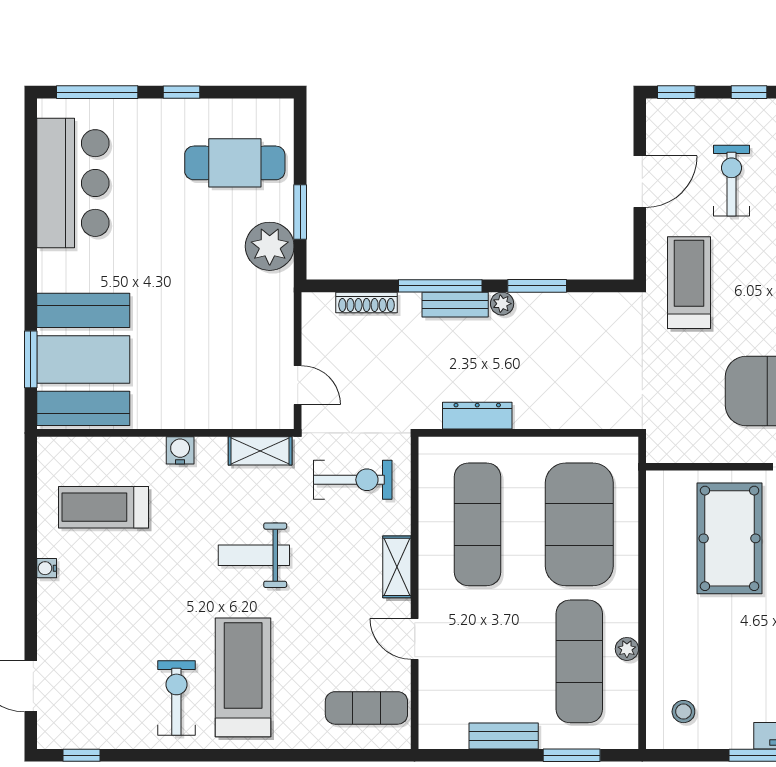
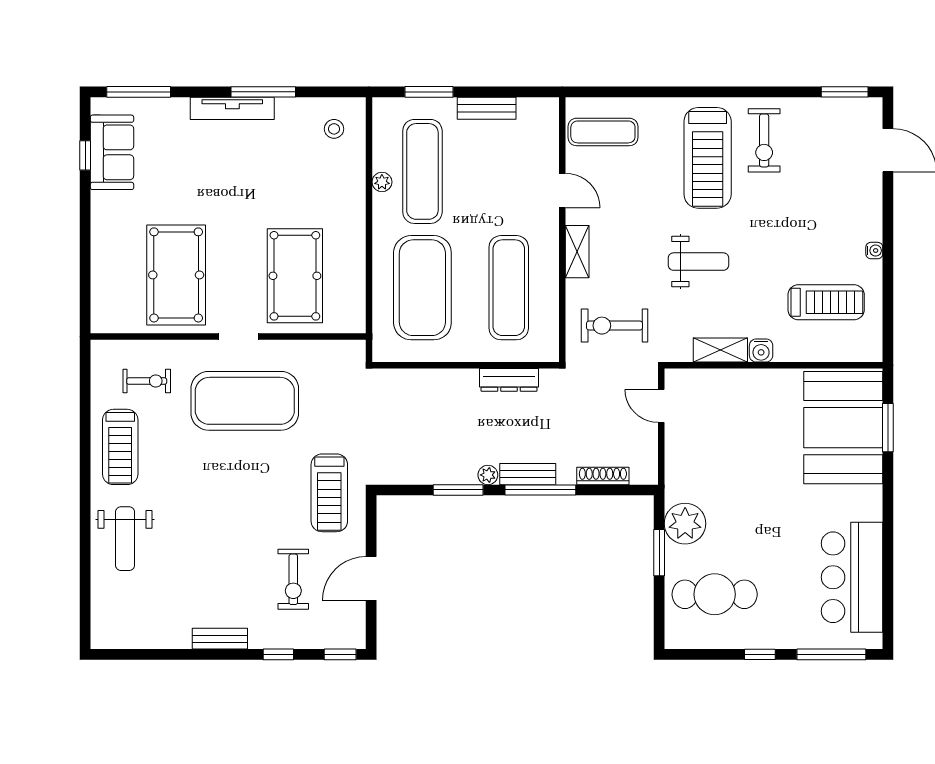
shelving: (260, 451) -> (720, 350), moved
window: (81, 755) -> (845, 92), width x1.50

